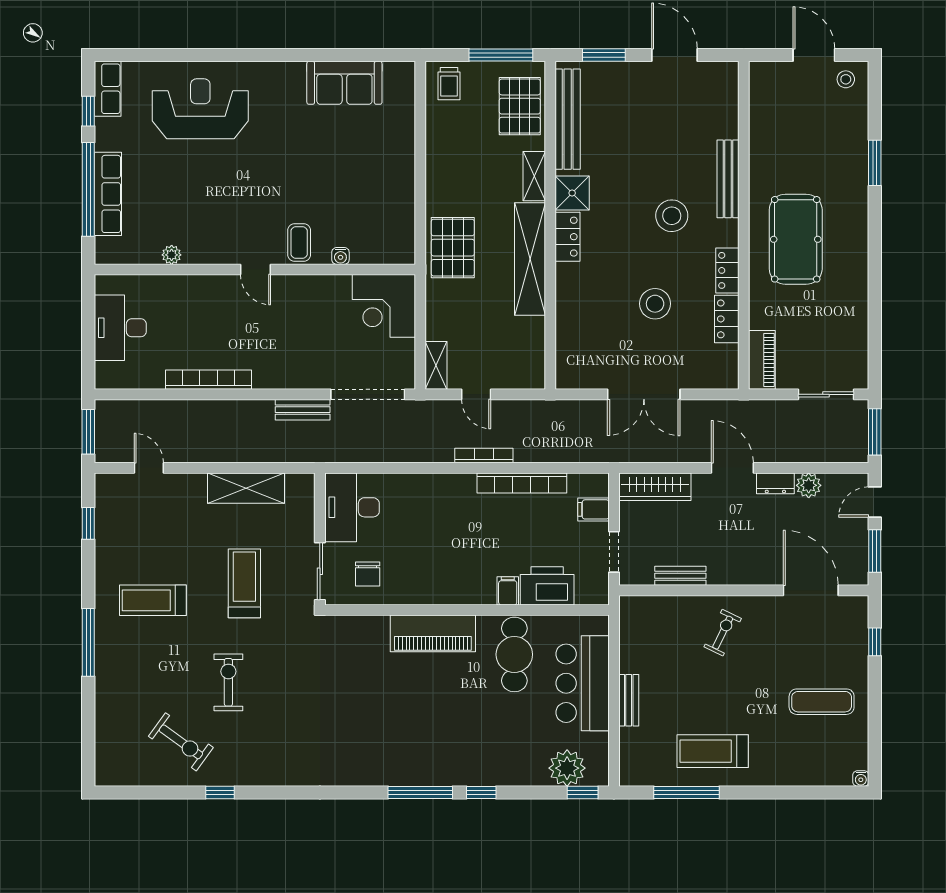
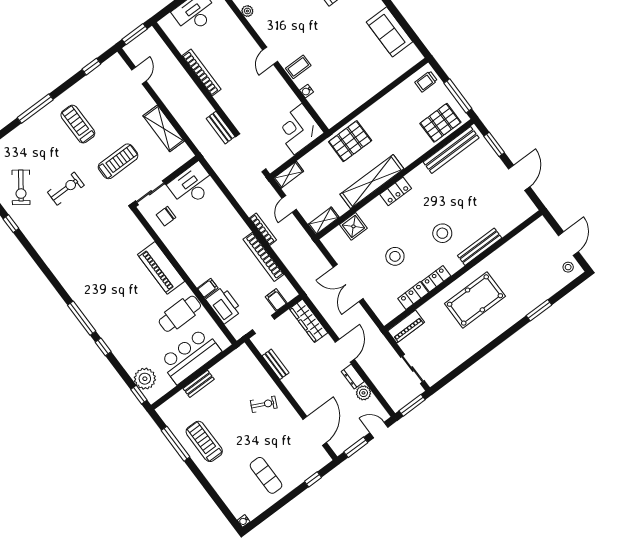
shelving: (534, 176) -> (324, 221), moved
shower: (572, 193) -> (353, 226), moved

